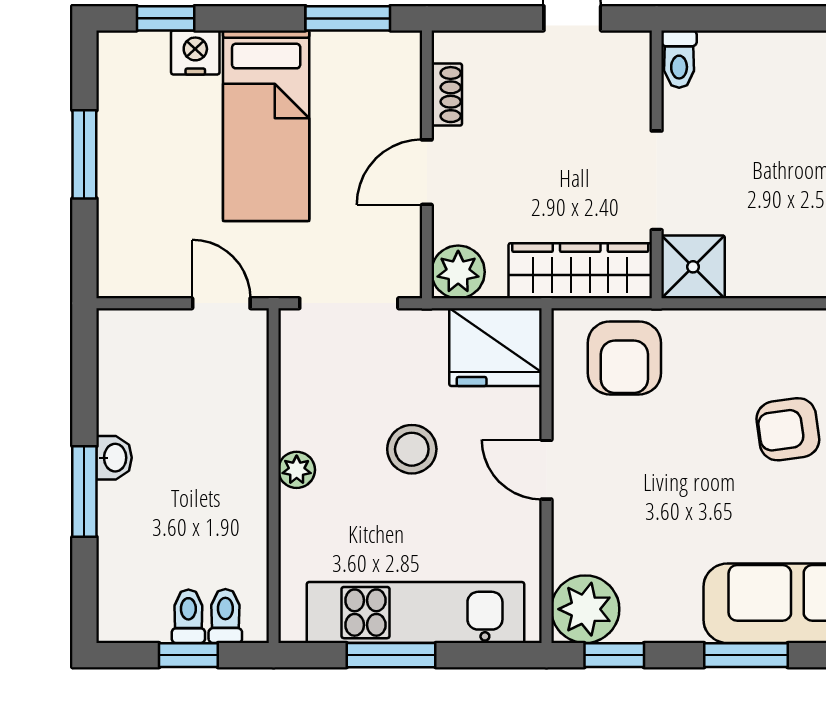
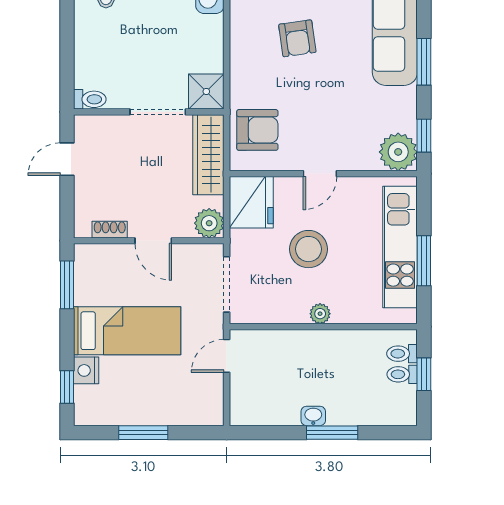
stool: (412, 449) -> (308, 249), width x1.38, depth x1.38

